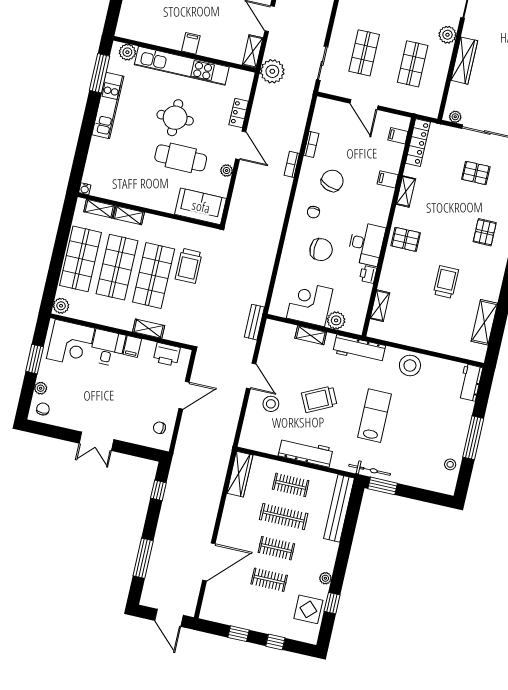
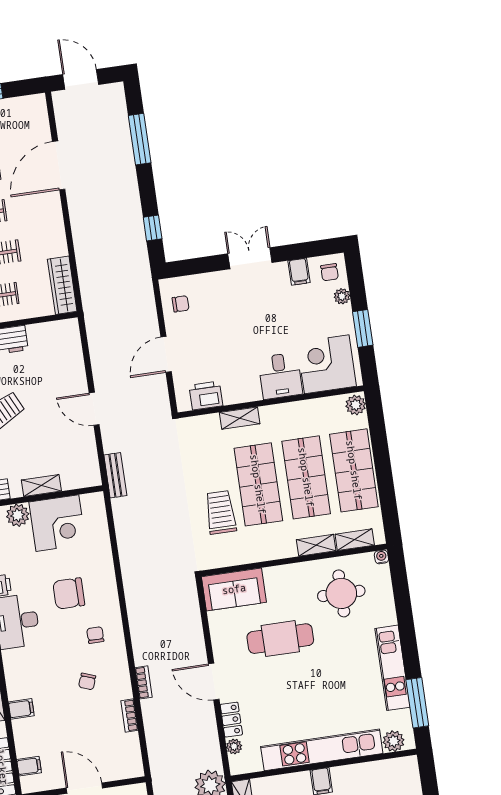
round table: (175, 118) -> (341, 593), moved
plant: (227, 170) -> (234, 746), moved
chair: (332, 181) -> (87, 682), width x0.54, depth x0.54
filing cabinet: (132, 346) -> (299, 272), moved, turned 180
stool: (271, 404) -> (57, 384), removed

